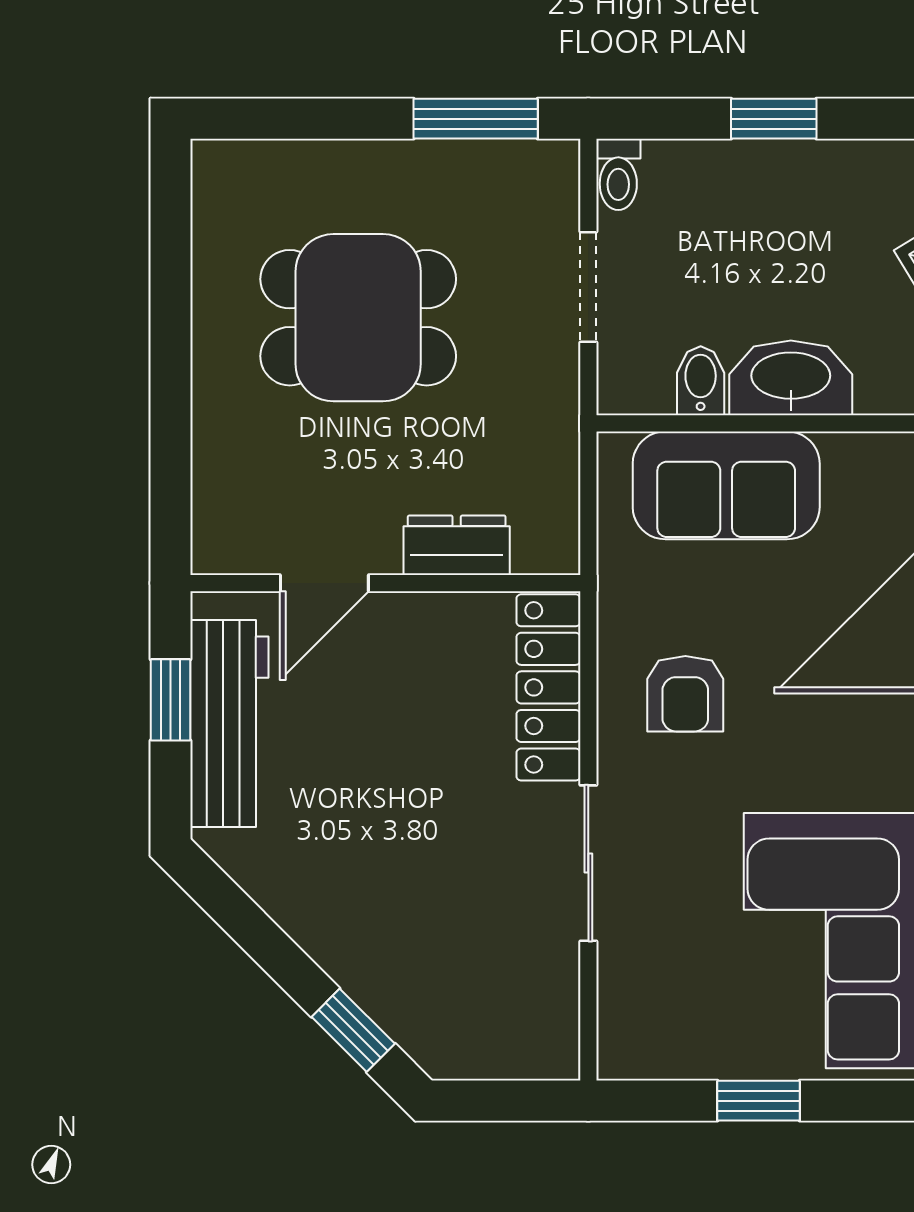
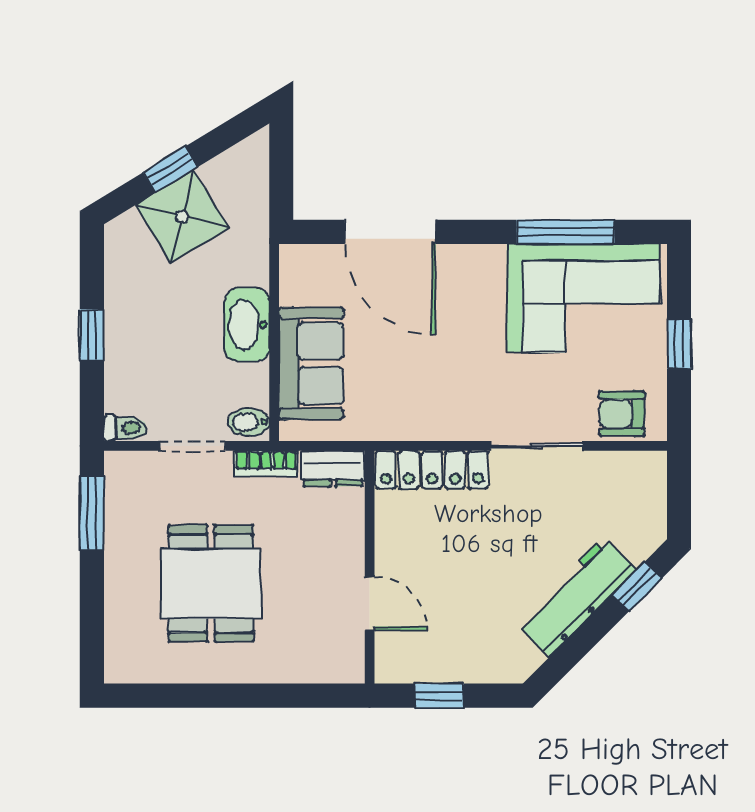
bidet: (701, 381) -> (249, 422), moved
bookcase: (559, 410) -> (266, 463), added
dresser: (457, 545) -> (333, 468), moved, turned -90
armchair: (685, 694) -> (622, 414), moved, turned 180
workbench: (229, 723) -> (577, 597), moved, turned -45

